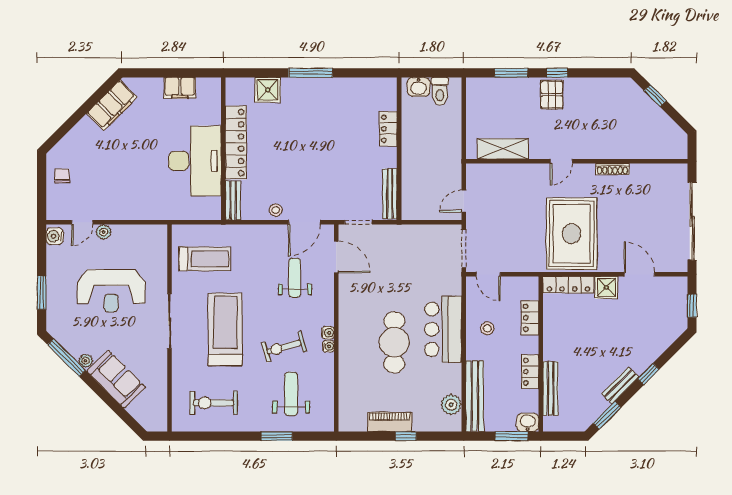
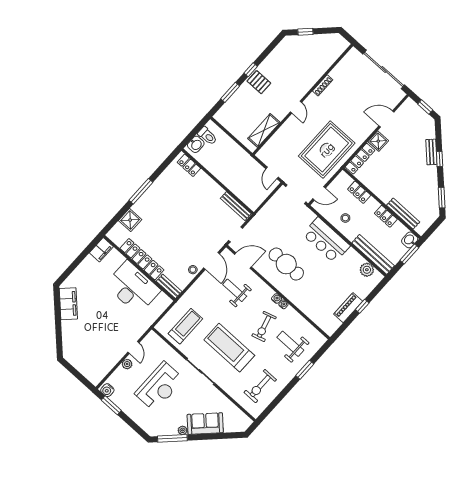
filing cabinet: (180, 88) -> (101, 250), moved
locker: (388, 129) -> (189, 165), moved
chair: (62, 176) -> (81, 360), removed
door: (82, 222) -> (133, 347), moved
rug: (572, 234) -> (327, 150), moved, turned 90
window: (42, 293) -> (111, 405), moved
cafe table: (394, 342) -> (286, 264), moved
bench: (620, 385) -> (431, 152), moved

